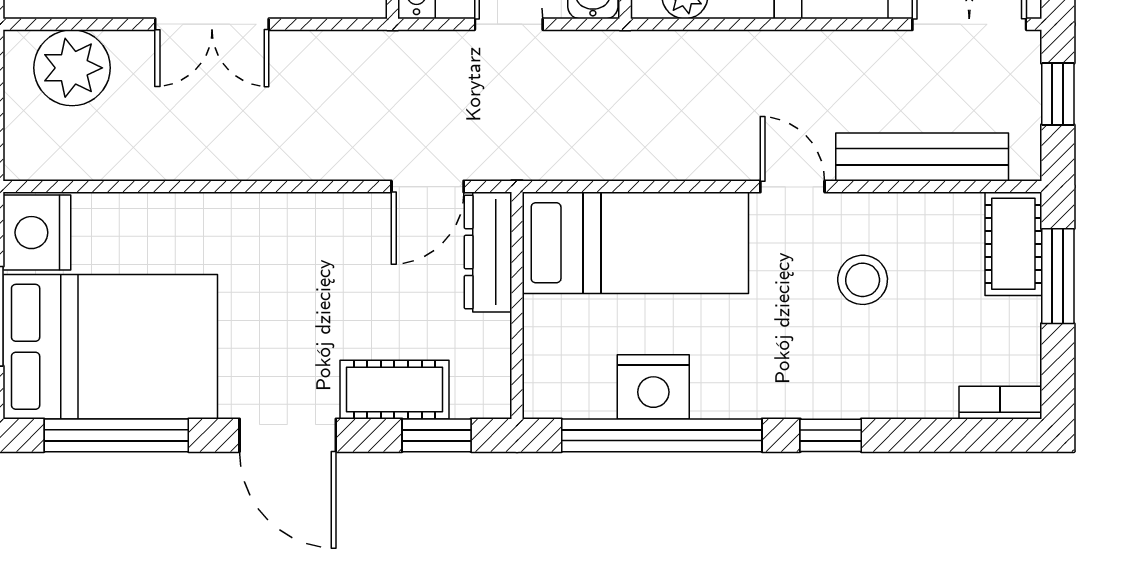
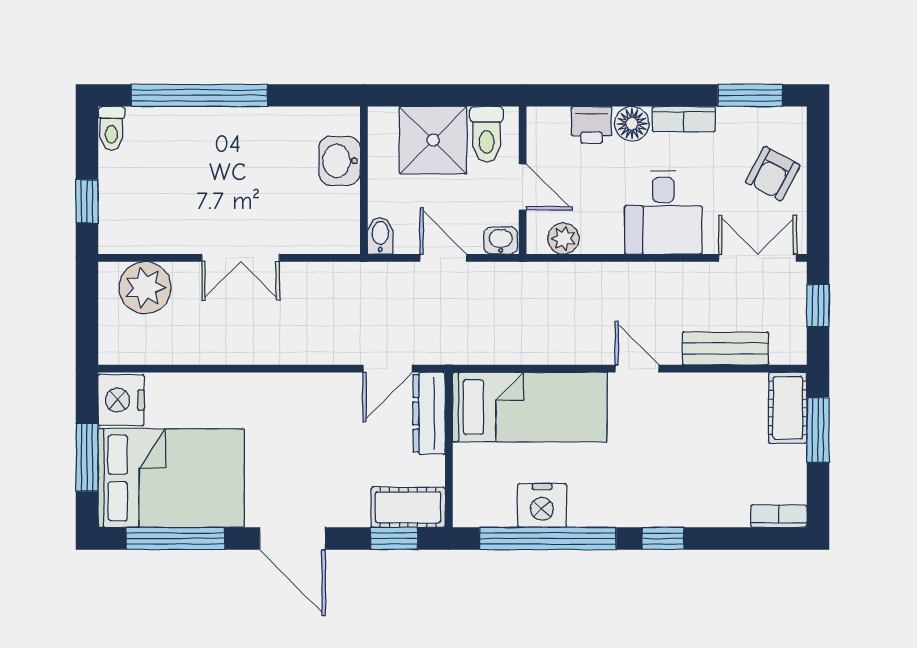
bench: (922, 157) -> (725, 348), width x0.73
stool: (863, 280) -> (685, 432), removed
cot: (394, 390) -> (408, 507), moved

